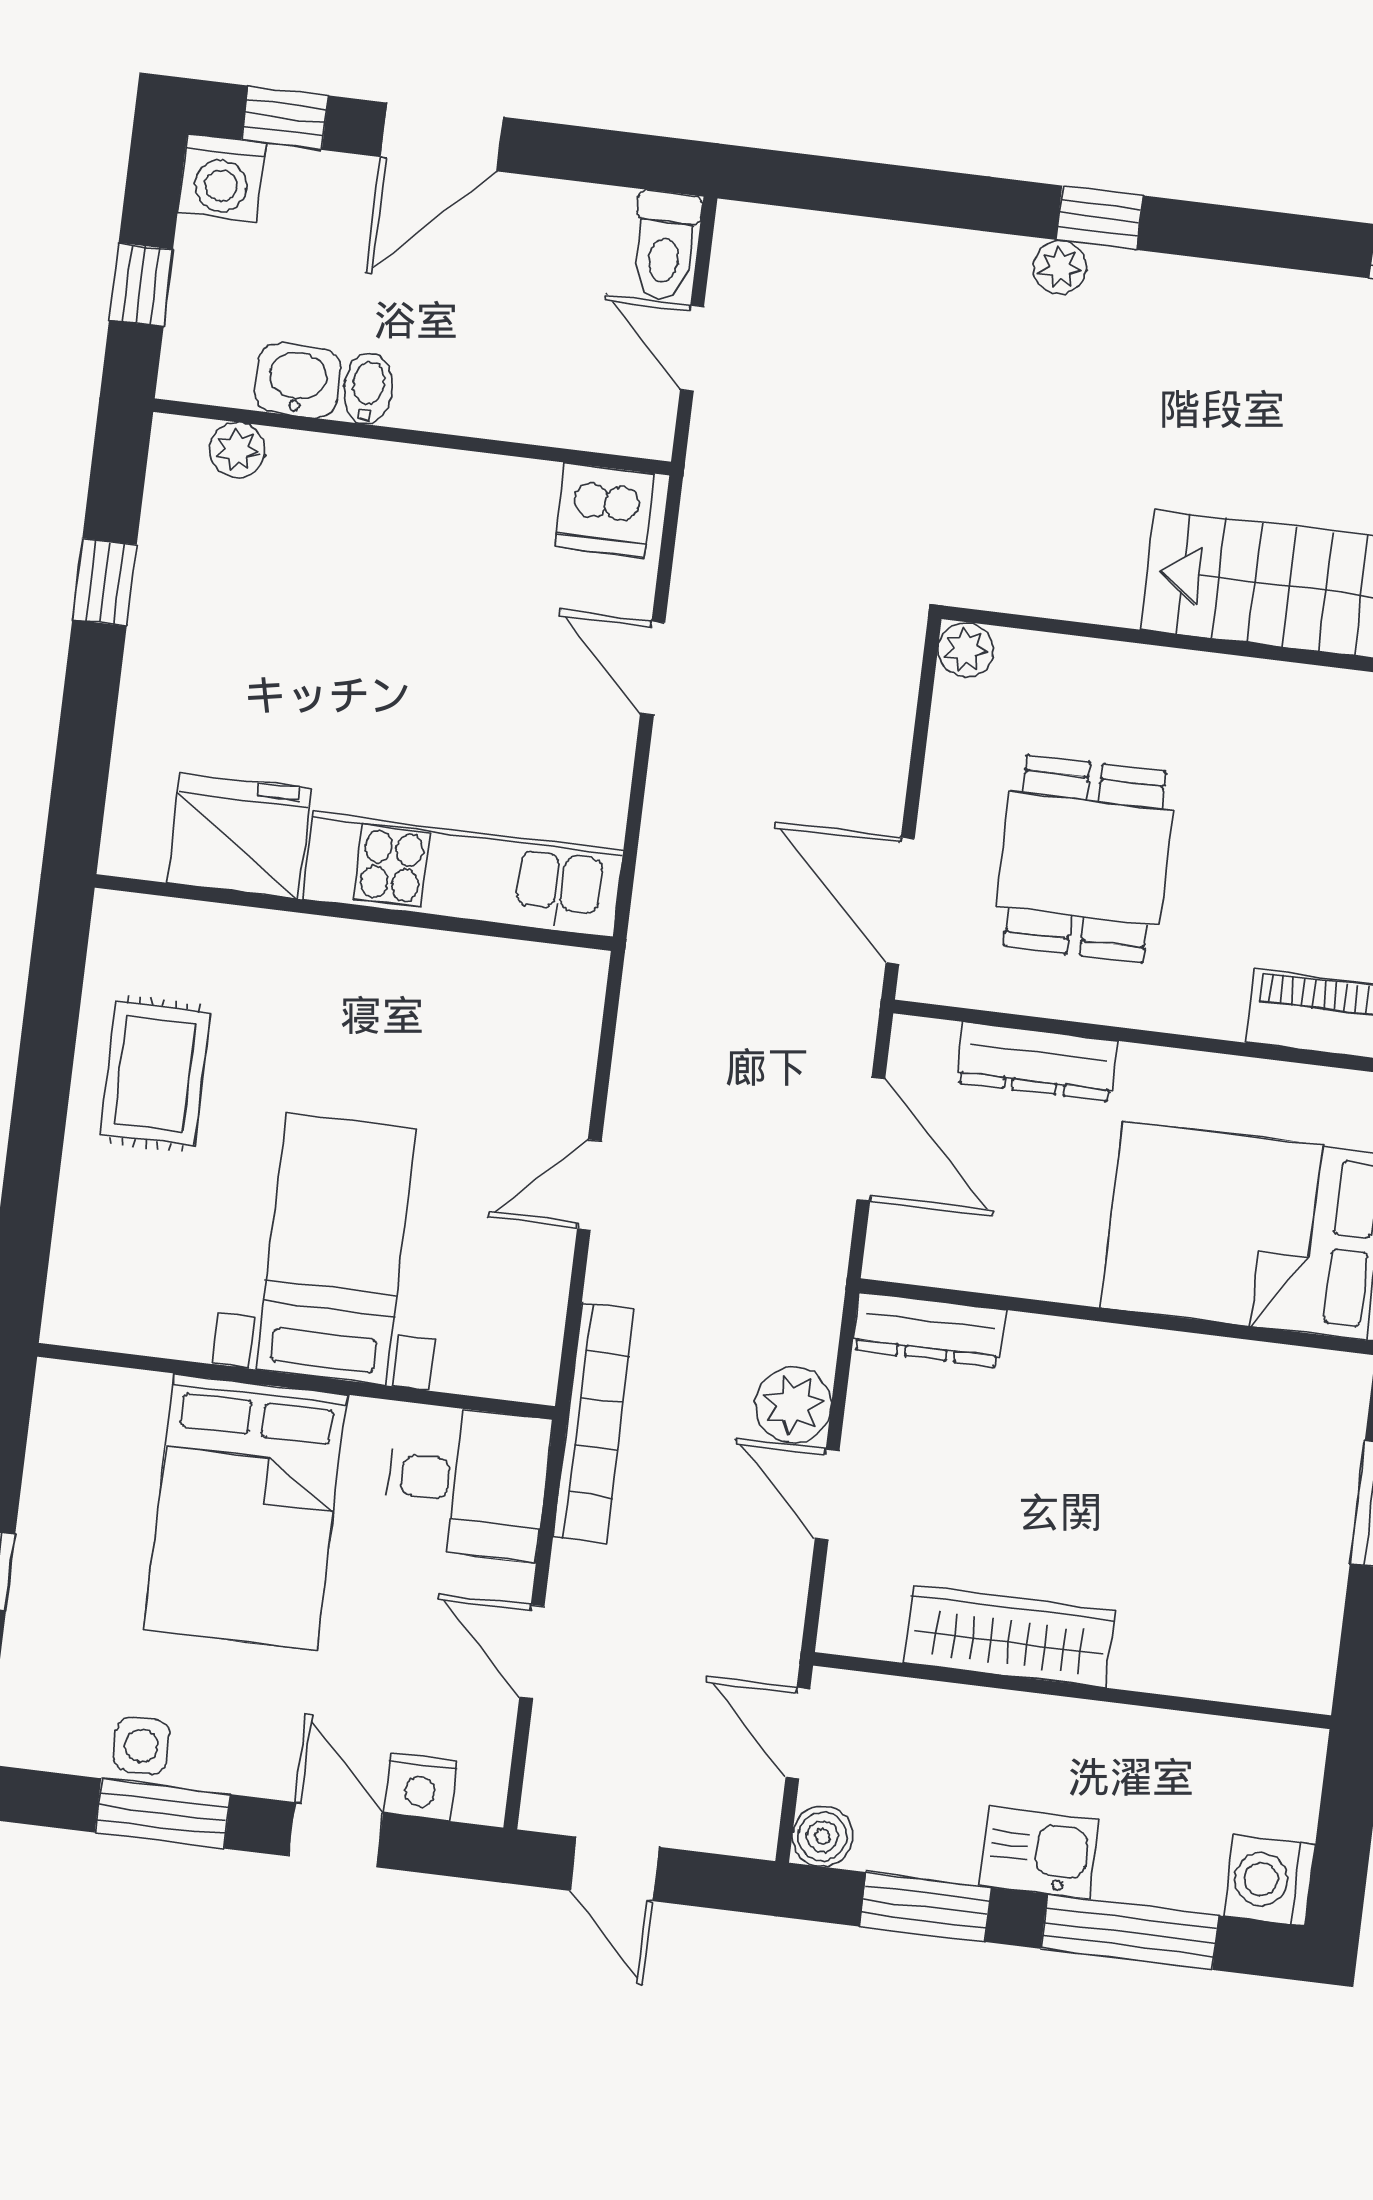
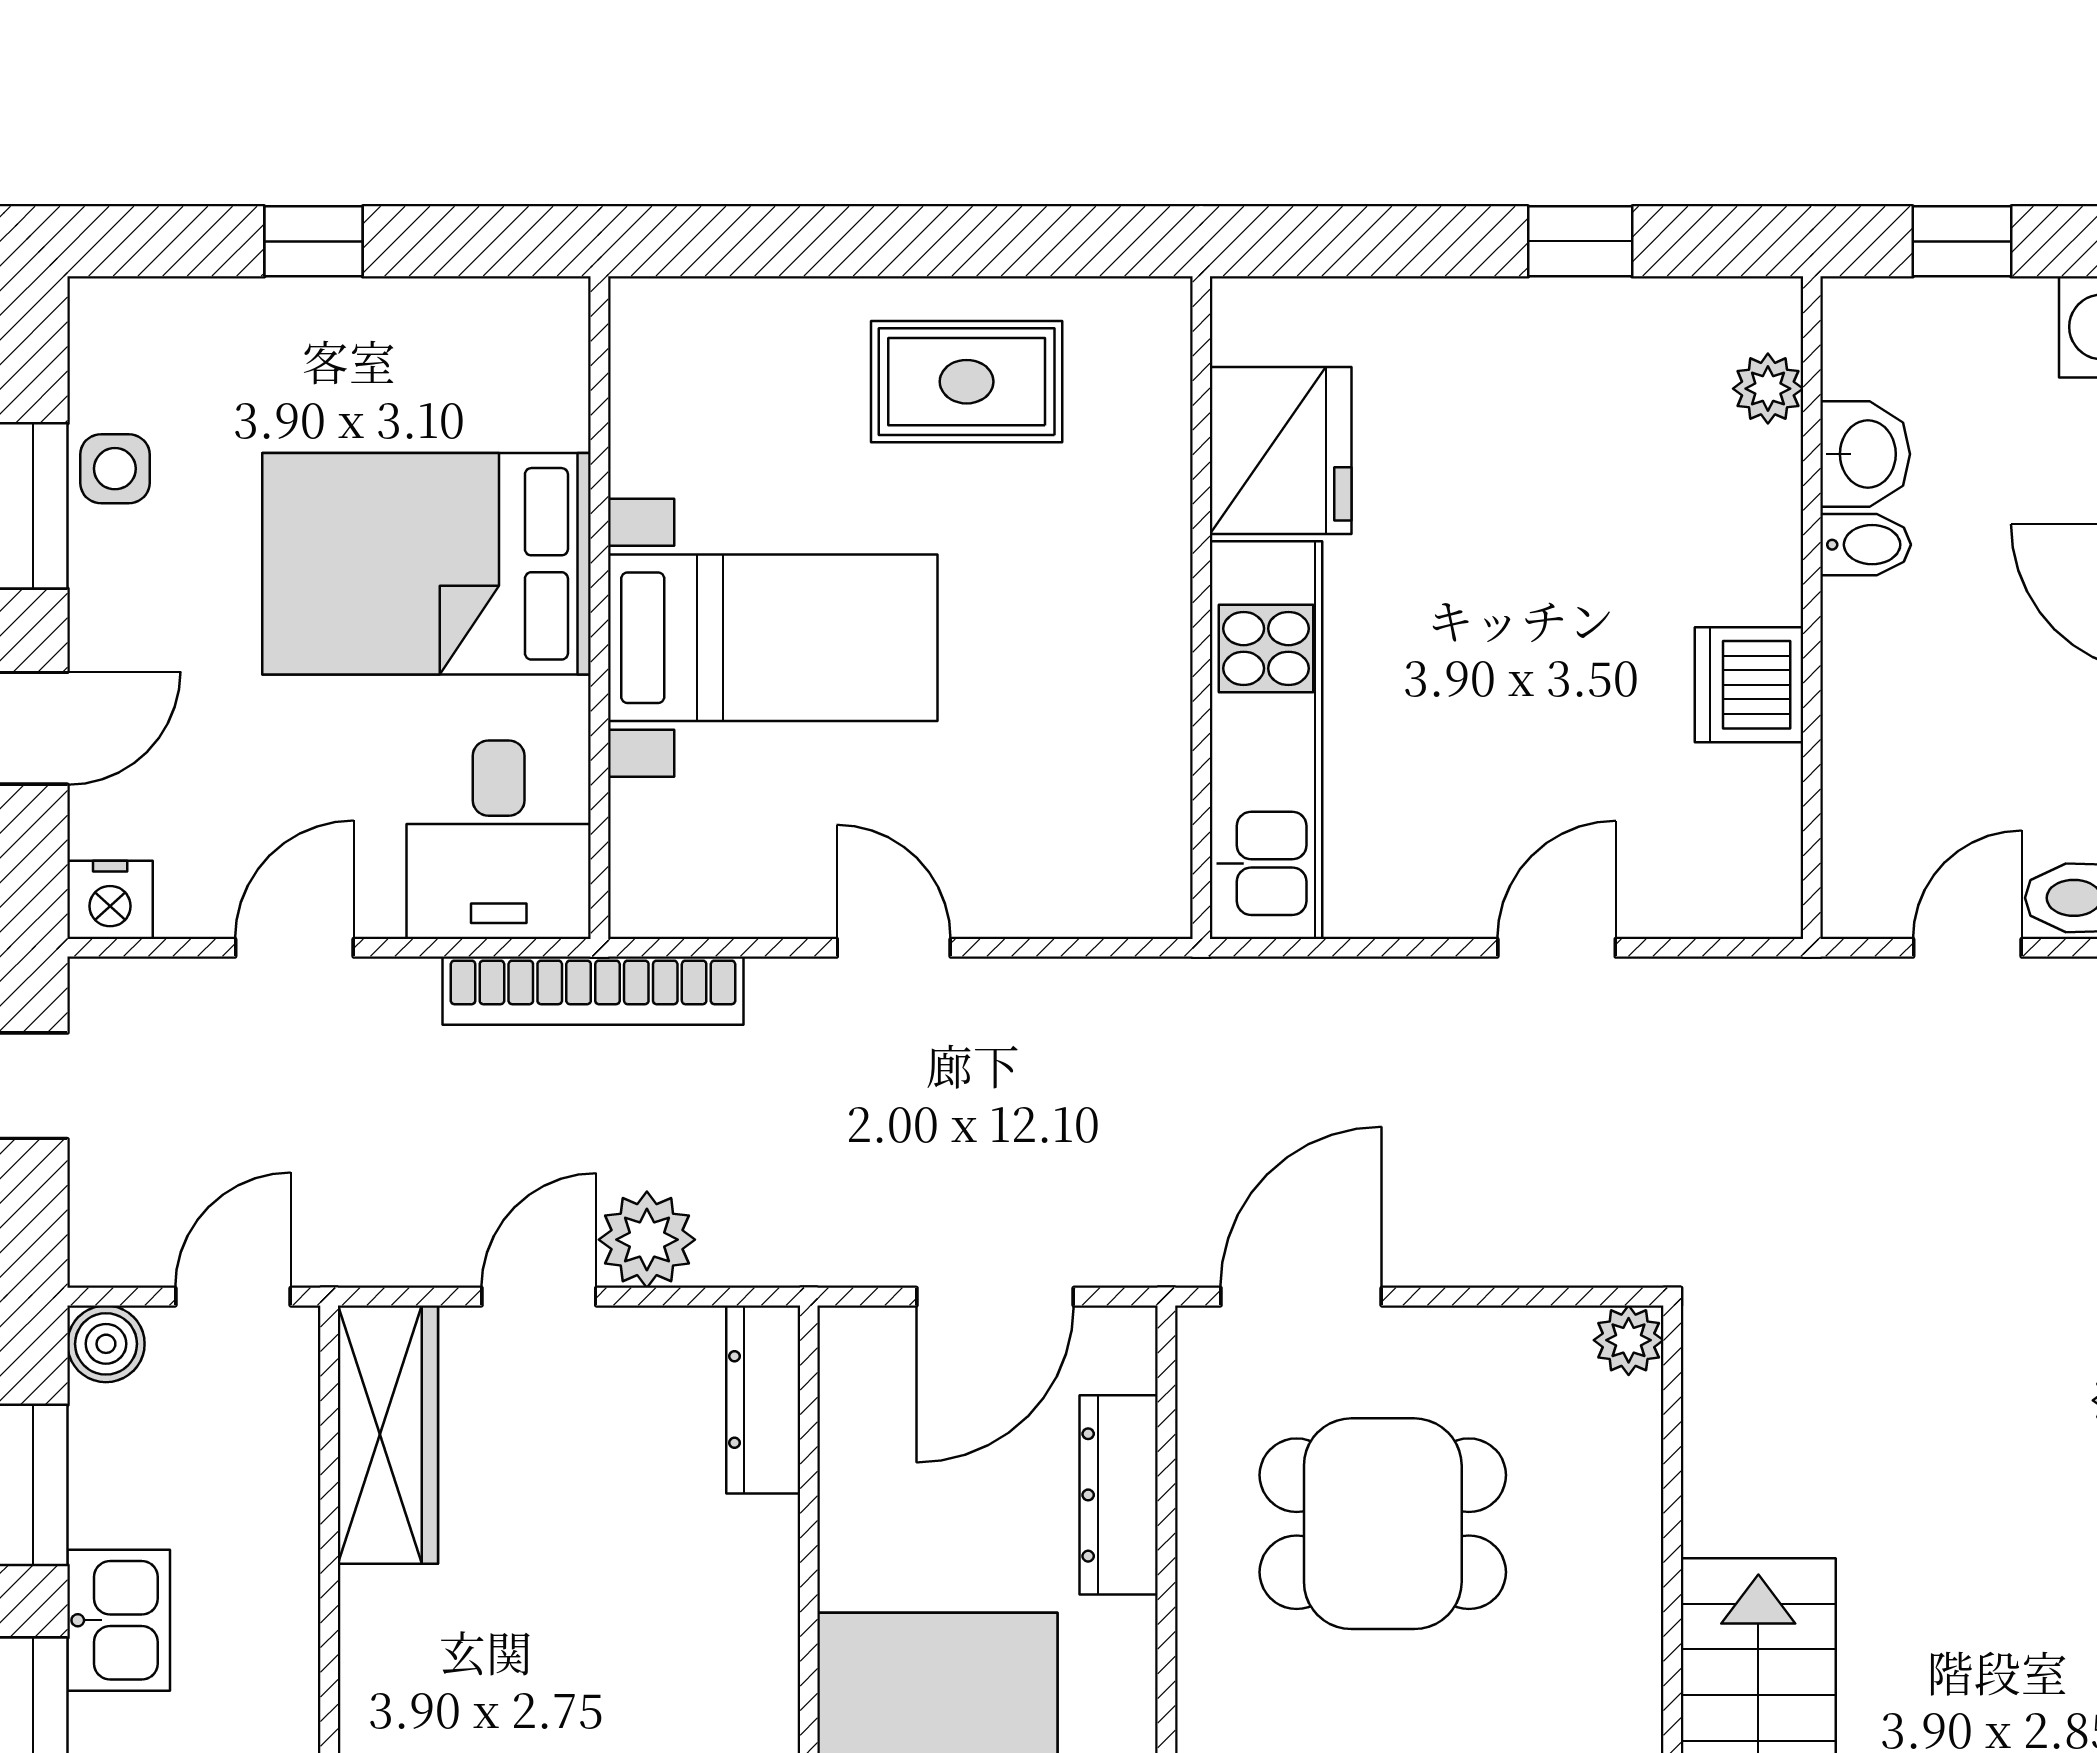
dishwasher: (605, 510) -> (1749, 685), moved
wardrobe: (1009, 1636) -> (388, 1435), moved
nightstand: (420, 1786) -> (110, 900), moved, turned -90

